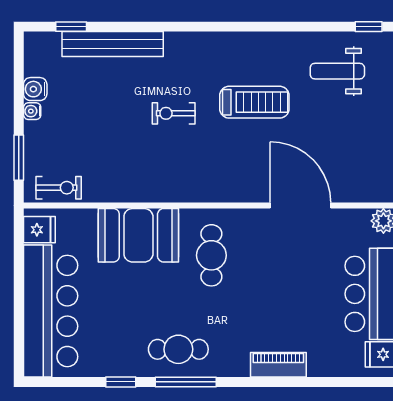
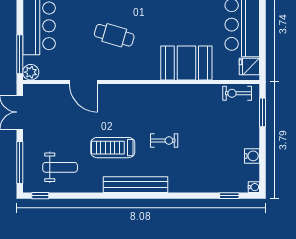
bench: (113, 44) -> (135, 185), moved
water cooler: (32, 111) -> (254, 187), moved
door: (300, 205) -> (84, 82), width x0.73
cafe table: (211, 255) -> (114, 35), moved, turned -74

